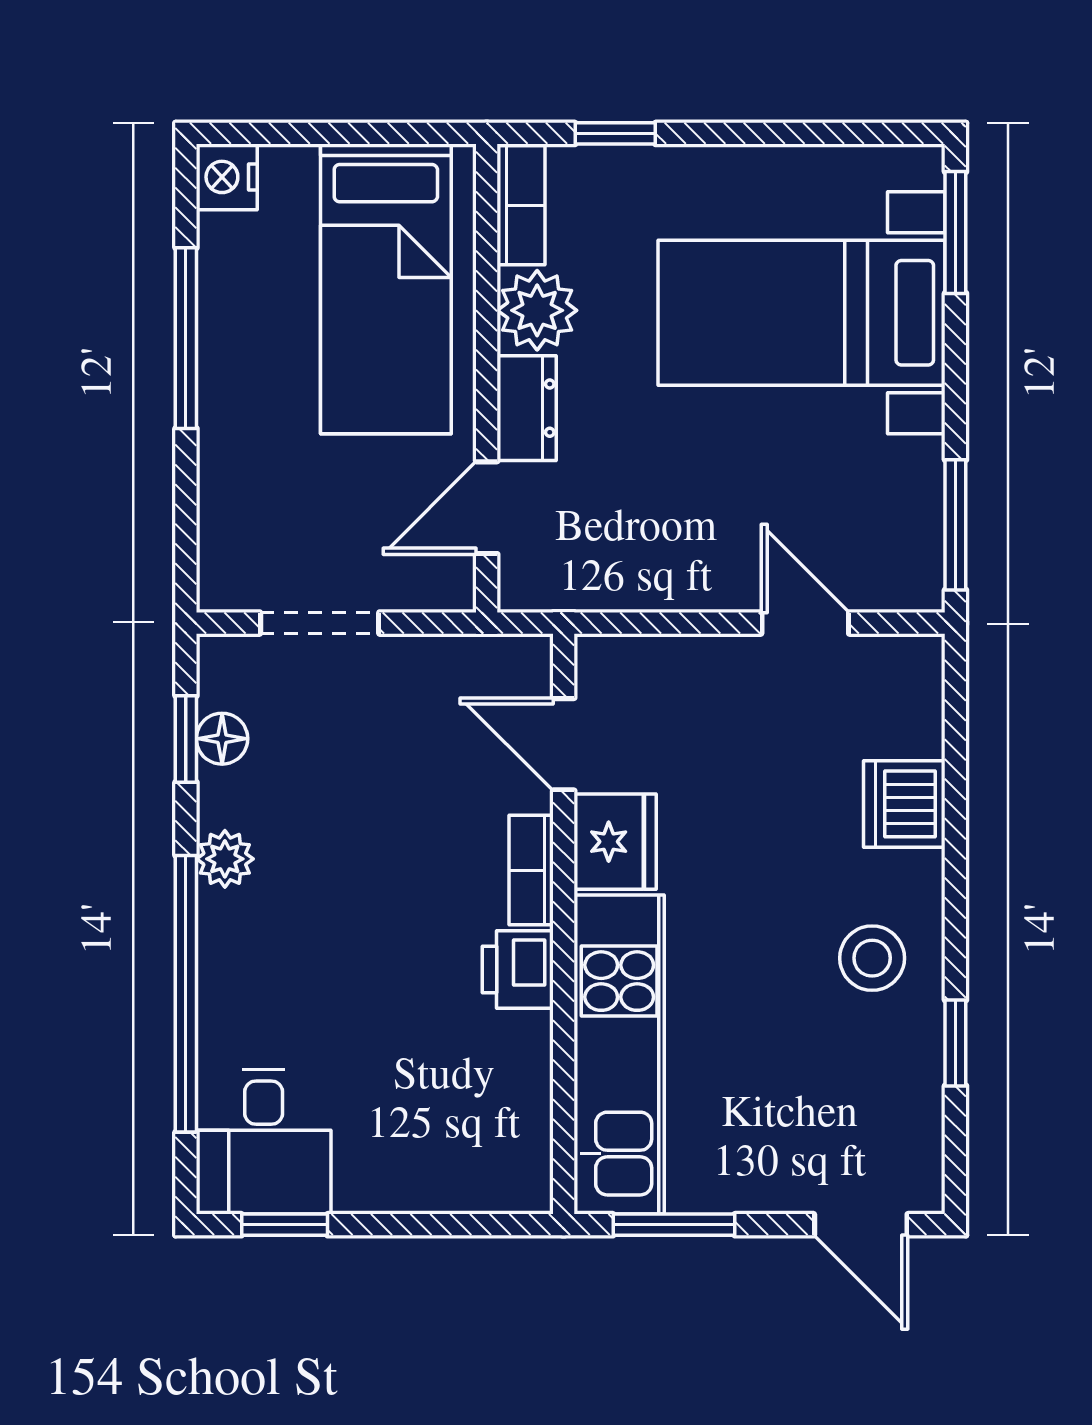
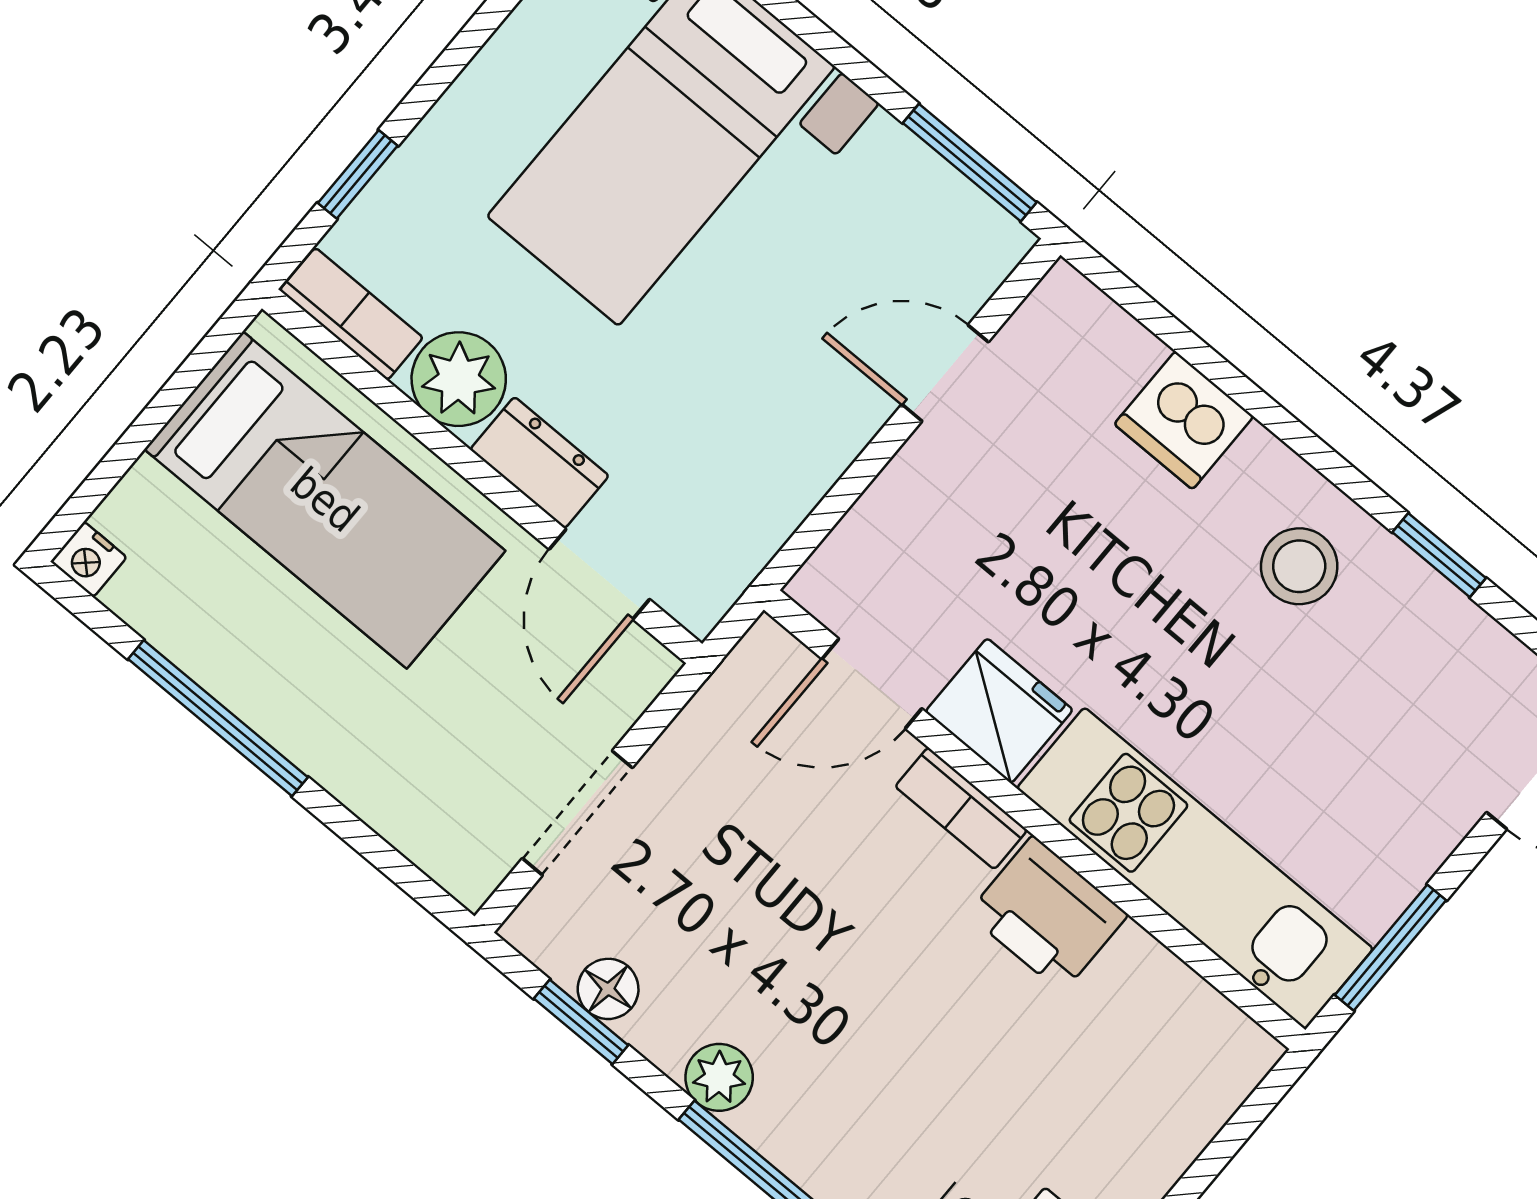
nightstand: (227, 177) -> (89, 559), width x0.72, depth x0.74
printer: (518, 970) -> (1048, 914), width x1.36, depth x1.24

